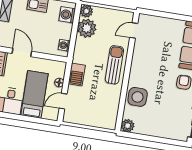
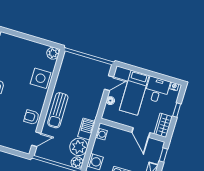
armchair: (142, 54) -> (31, 117), added
barbecue: (77, 75) -> (86, 129), moved

